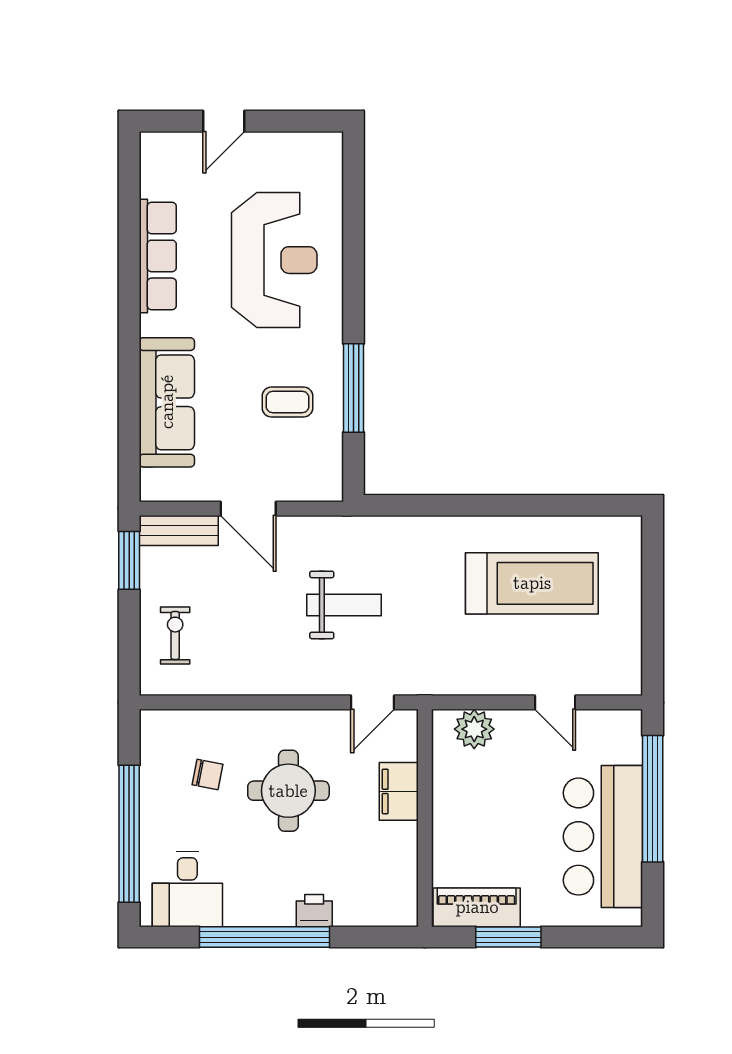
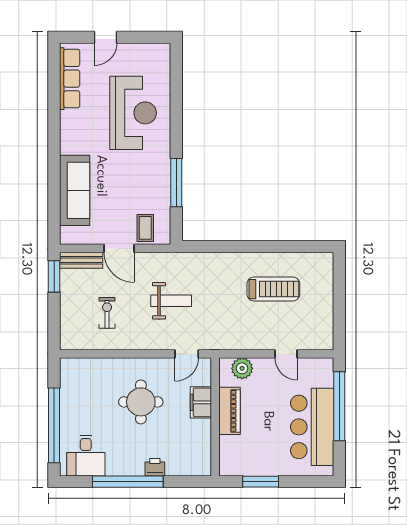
row of seats: (158, 256) -> (70, 79), moved
coffee table: (287, 402) -> (145, 228), moved, turned 90
treadmill: (532, 583) -> (273, 289), width x0.73, depth x0.73
exercise bike: (175, 635) -> (107, 313), moved
chair: (208, 774) -> (97, 393), removed
piano: (477, 907) -> (229, 411), moved, turned 90

